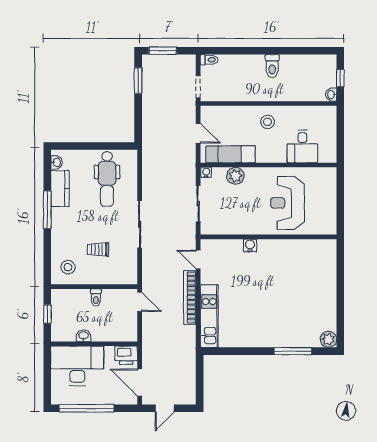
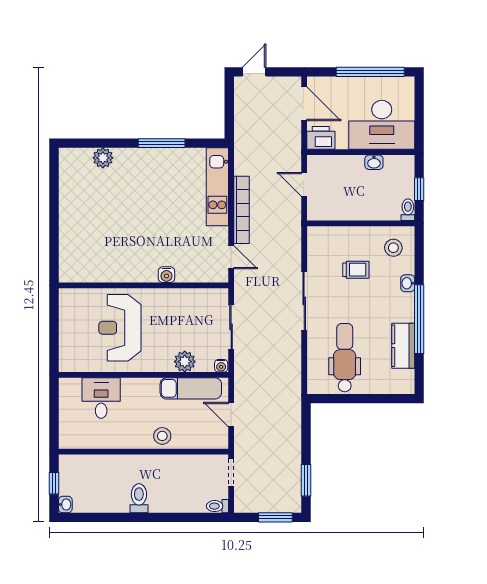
washbasin: (331, 95) -> (65, 504), moved
stool: (268, 122) -> (162, 436), moved
washbasin: (56, 162) -> (408, 283), moved
reception desk: (287, 203) -> (120, 328), turned 180
window: (47, 210) -> (419, 319), width x1.46
toilet: (96, 298) -> (408, 210), moved
door: (140, 302) -> (304, 184), moved
plant: (328, 339) -> (103, 158), moved
window: (293, 351) -> (162, 143), moved
door: (165, 408) -> (254, 72), moved

